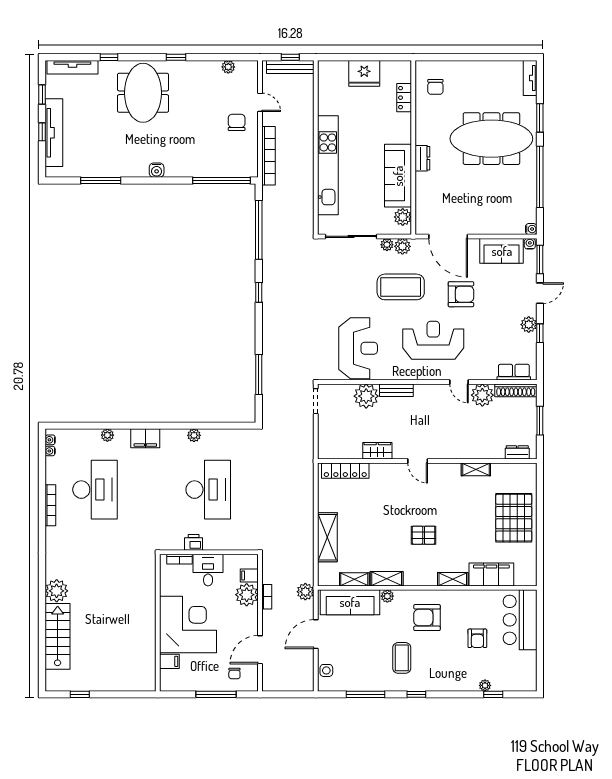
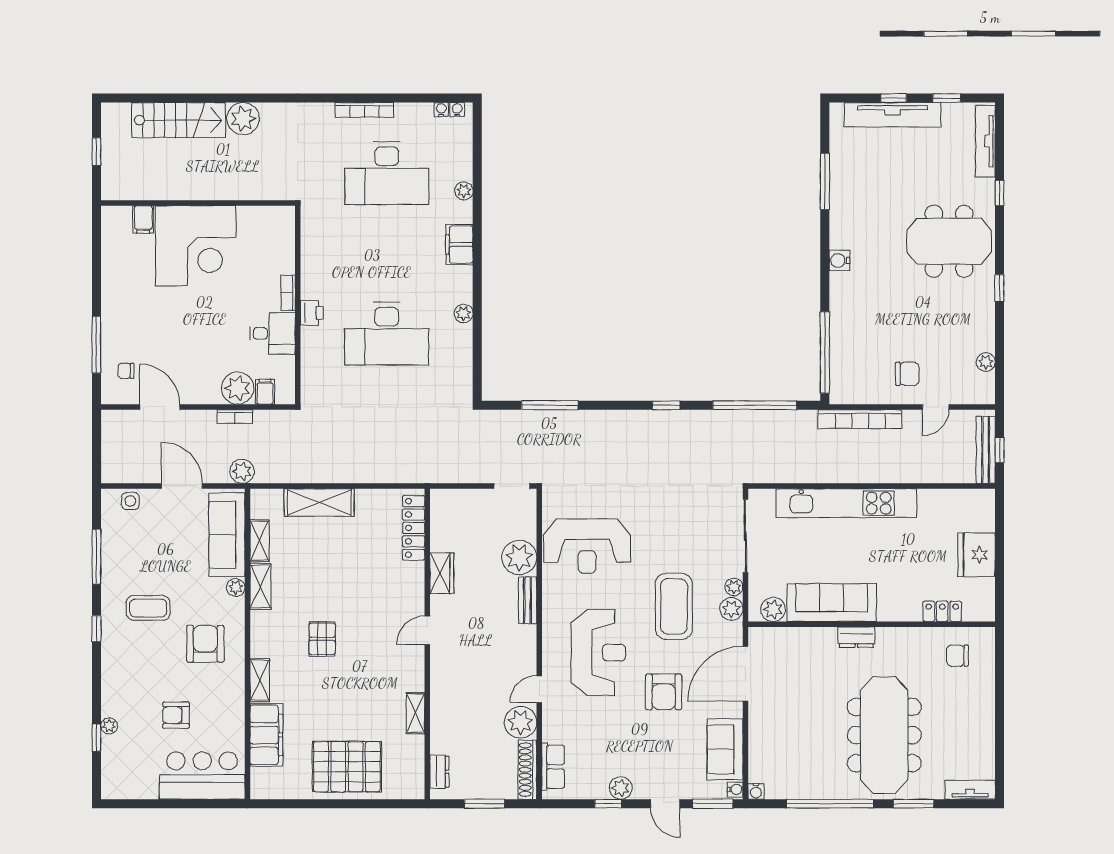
wall: (158, 623) -> (198, 203), moved
corner desk: (188, 624) -> (196, 246), moved
filing cabinet: (169, 661) -> (143, 219), moved

